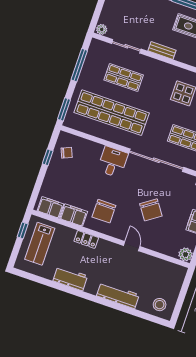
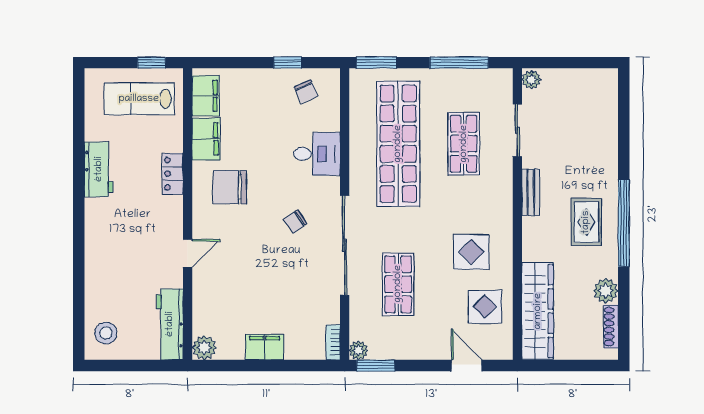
desk: (113, 162) -> (317, 154), moved
chair: (151, 210) -> (295, 221), moved, width x0.54, depth x0.54
workbench: (118, 295) -> (170, 324), moved, turned 180

